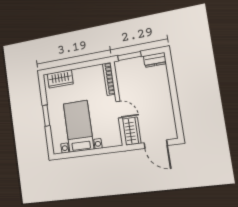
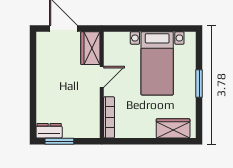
window: (129, 56) -> (59, 141), moved
door: (119, 110) -> (102, 77), swing flipped

